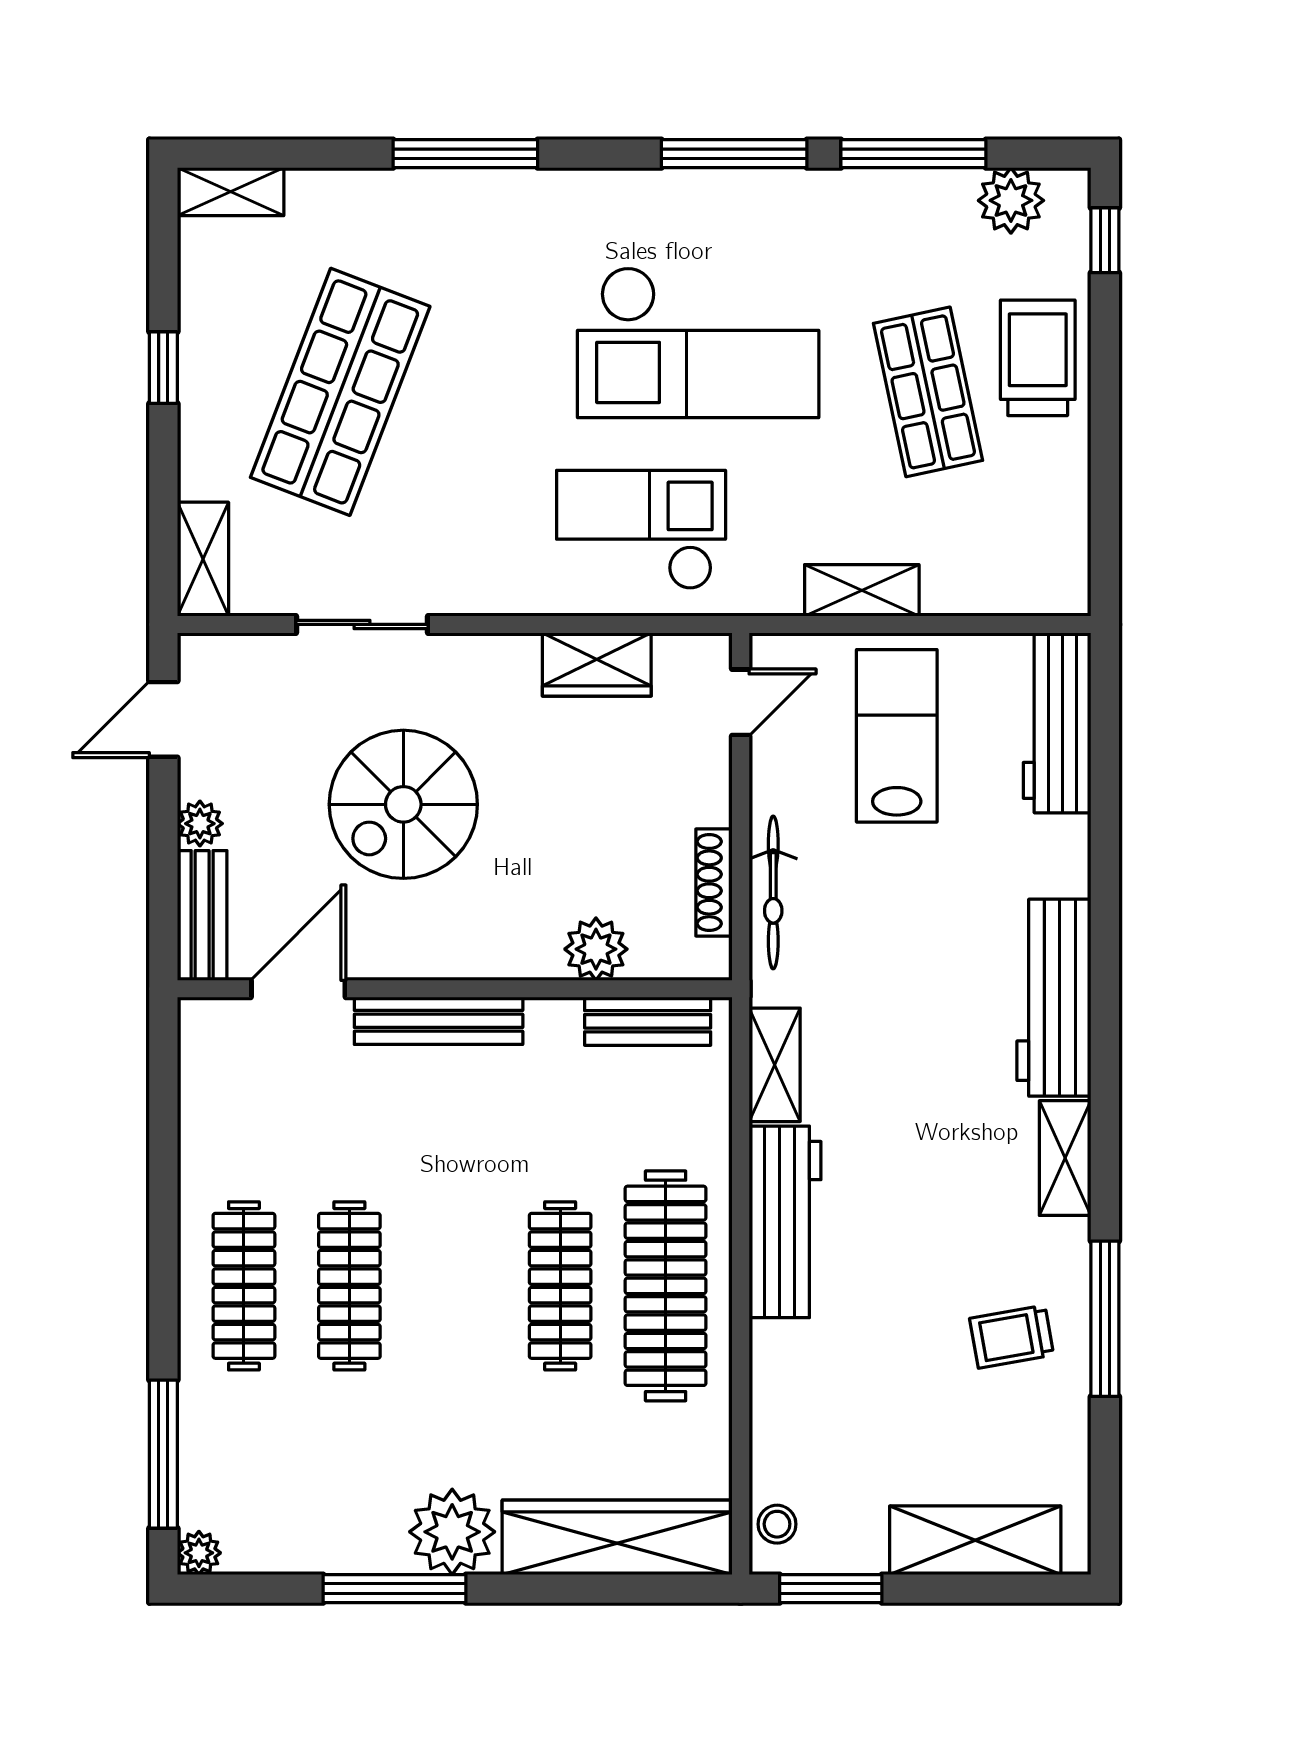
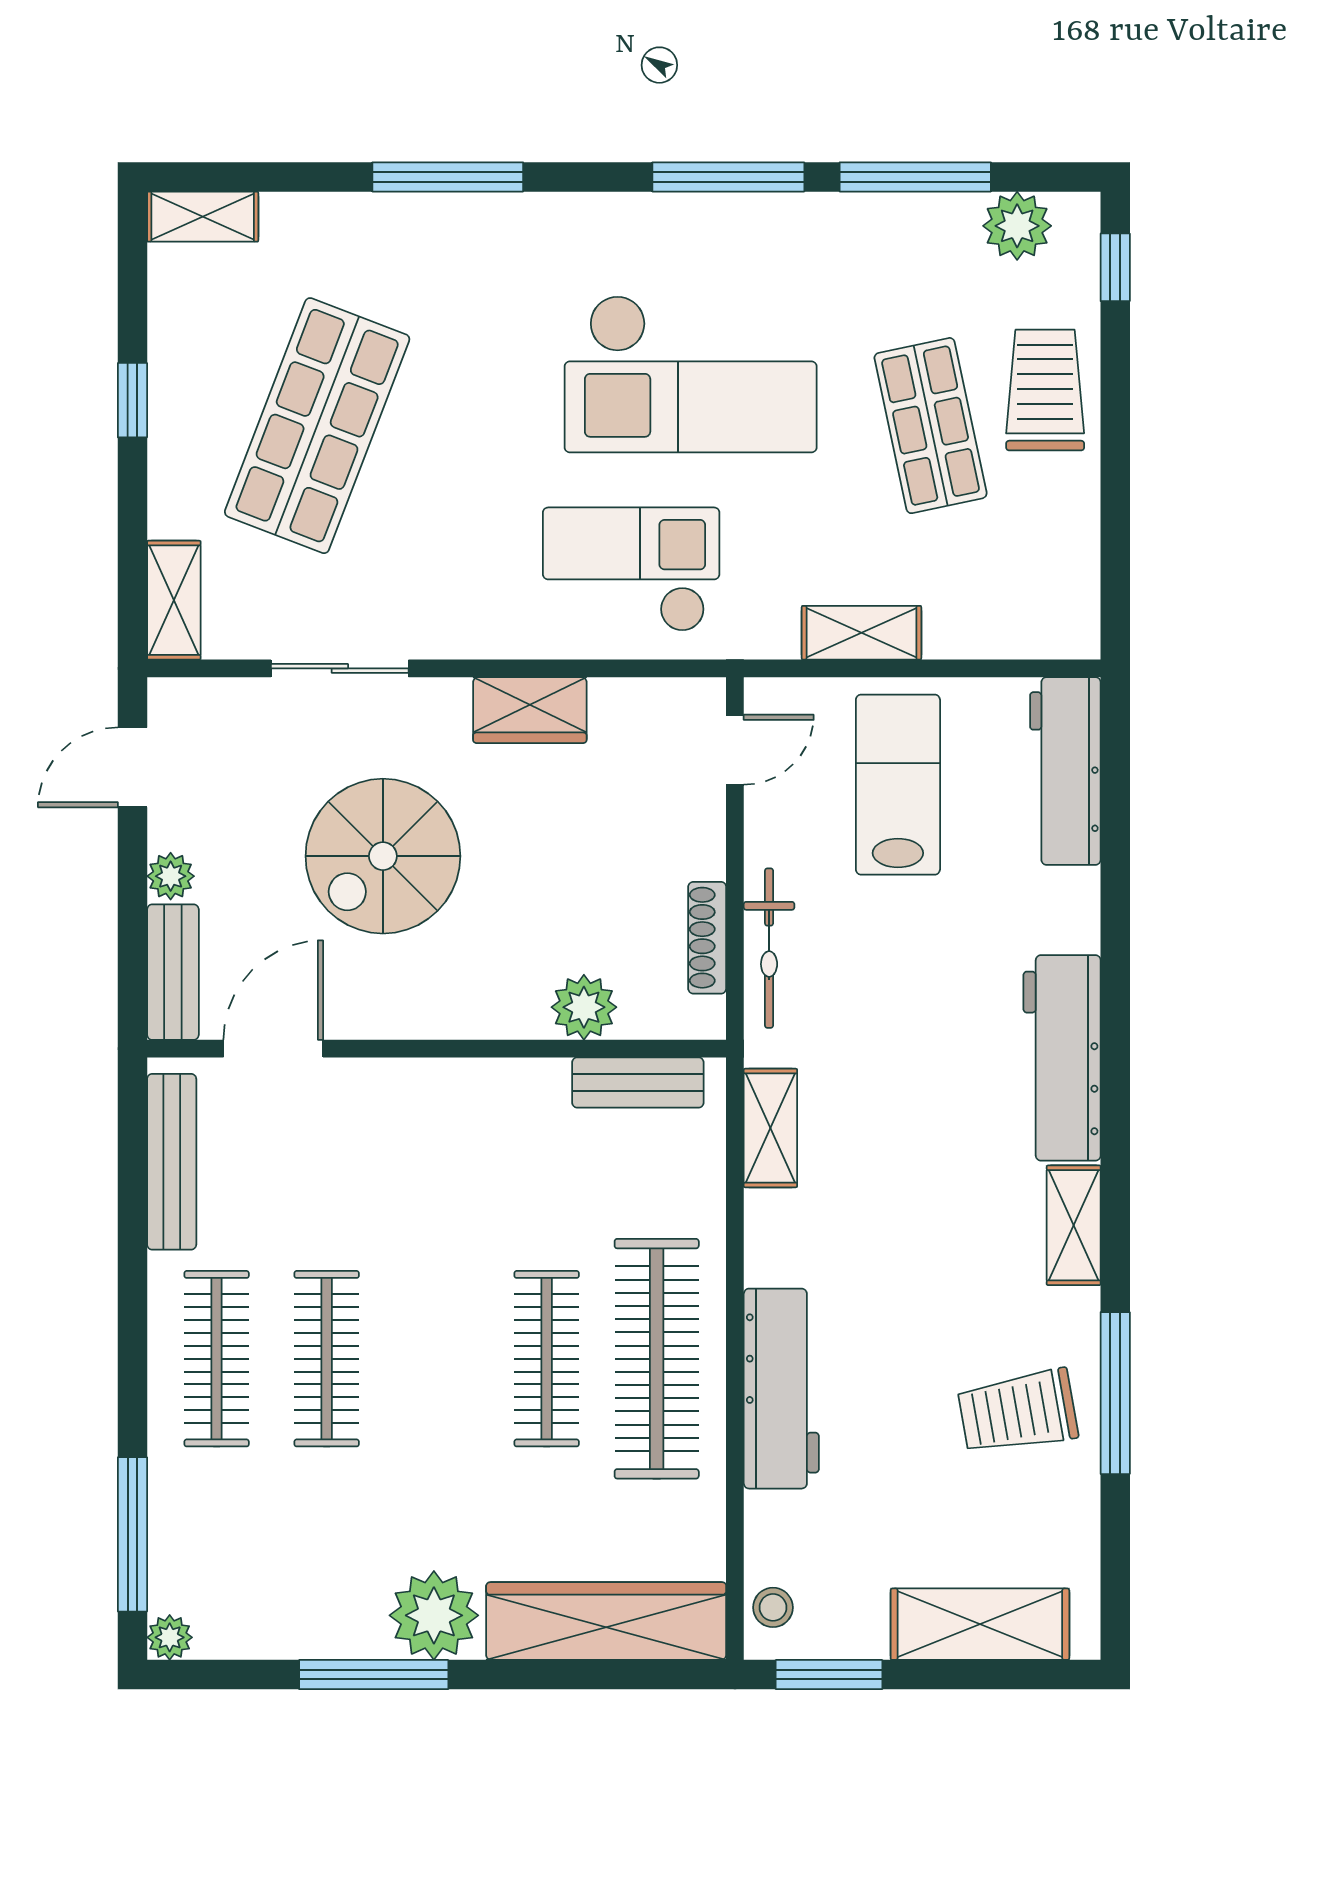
wardrobe: (597, 664) -> (530, 710), moved
bench: (439, 1021) -> (172, 1162), moved, turned 90
workbench: (785, 1222) -> (781, 1389), moved
trolley: (1012, 1337) -> (1018, 1412), width x1.36, depth x1.39

